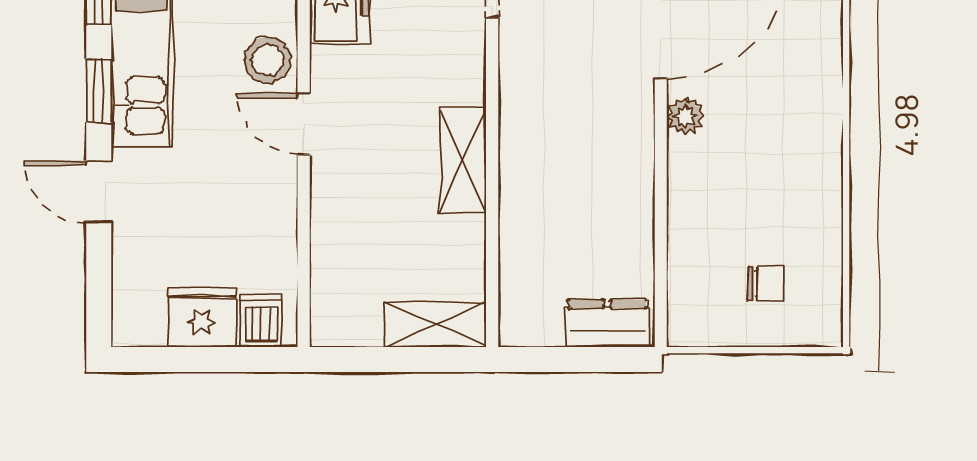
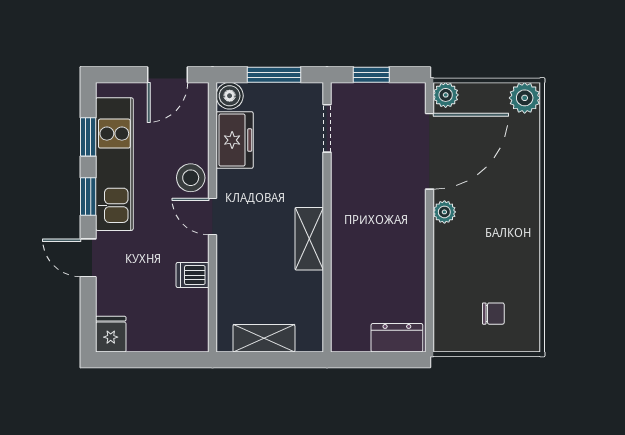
fridge: (202, 317) -> (111, 334), moved, width x0.72
dishwasher: (261, 320) -> (193, 275), moved, turned -90
shelving: (435, 324) -> (264, 338), moved

